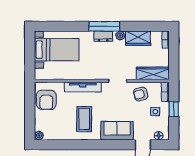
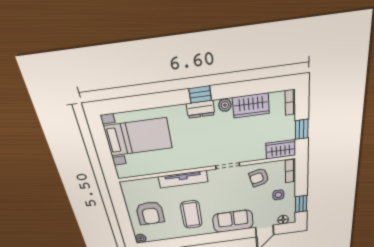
window: (104, 26) -> (200, 94), width x0.46
window: (174, 60) -> (302, 129), added
wardrobe: (153, 73) -> (281, 149), width x0.67
armchair: (46, 100) -> (150, 213), moved
window: (174, 109) -> (301, 204), moved

